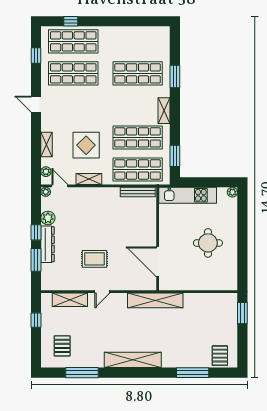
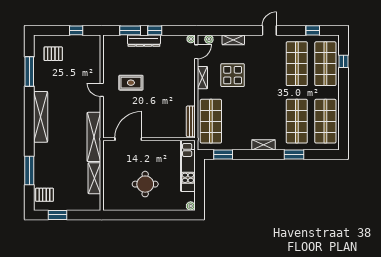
shop shelf: (138, 137) -> (325, 121), moved
plant: (48, 218) -> (168, 41), removed
rug: (95, 259) -> (131, 83), turned 90
shelving: (70, 300) -> (94, 178), moved
window: (242, 313) -> (57, 215), moved

